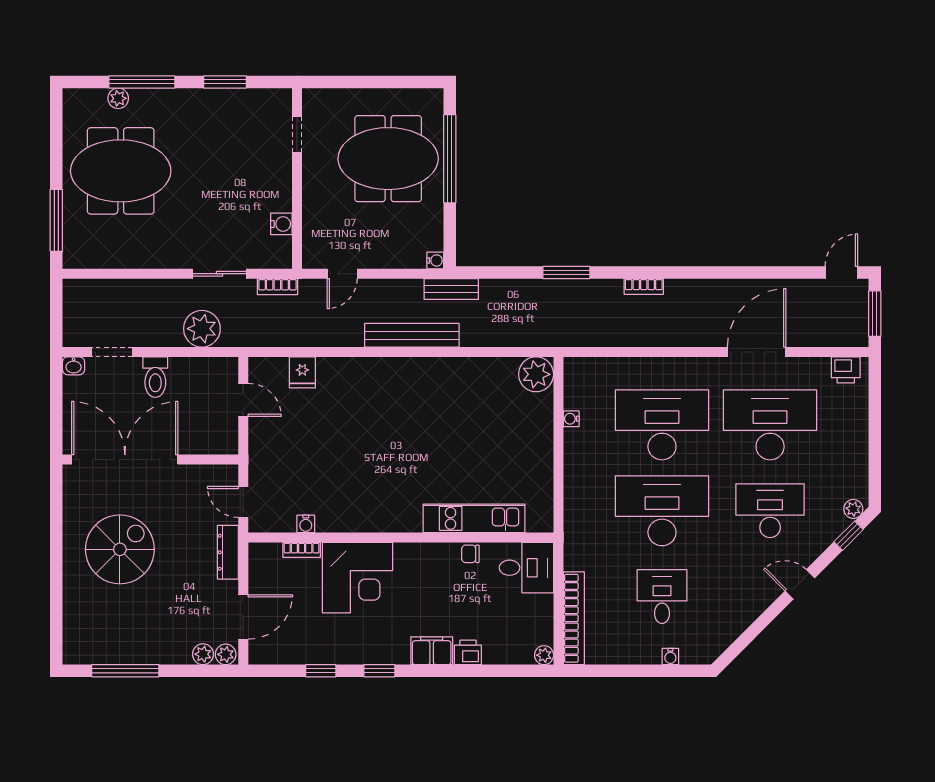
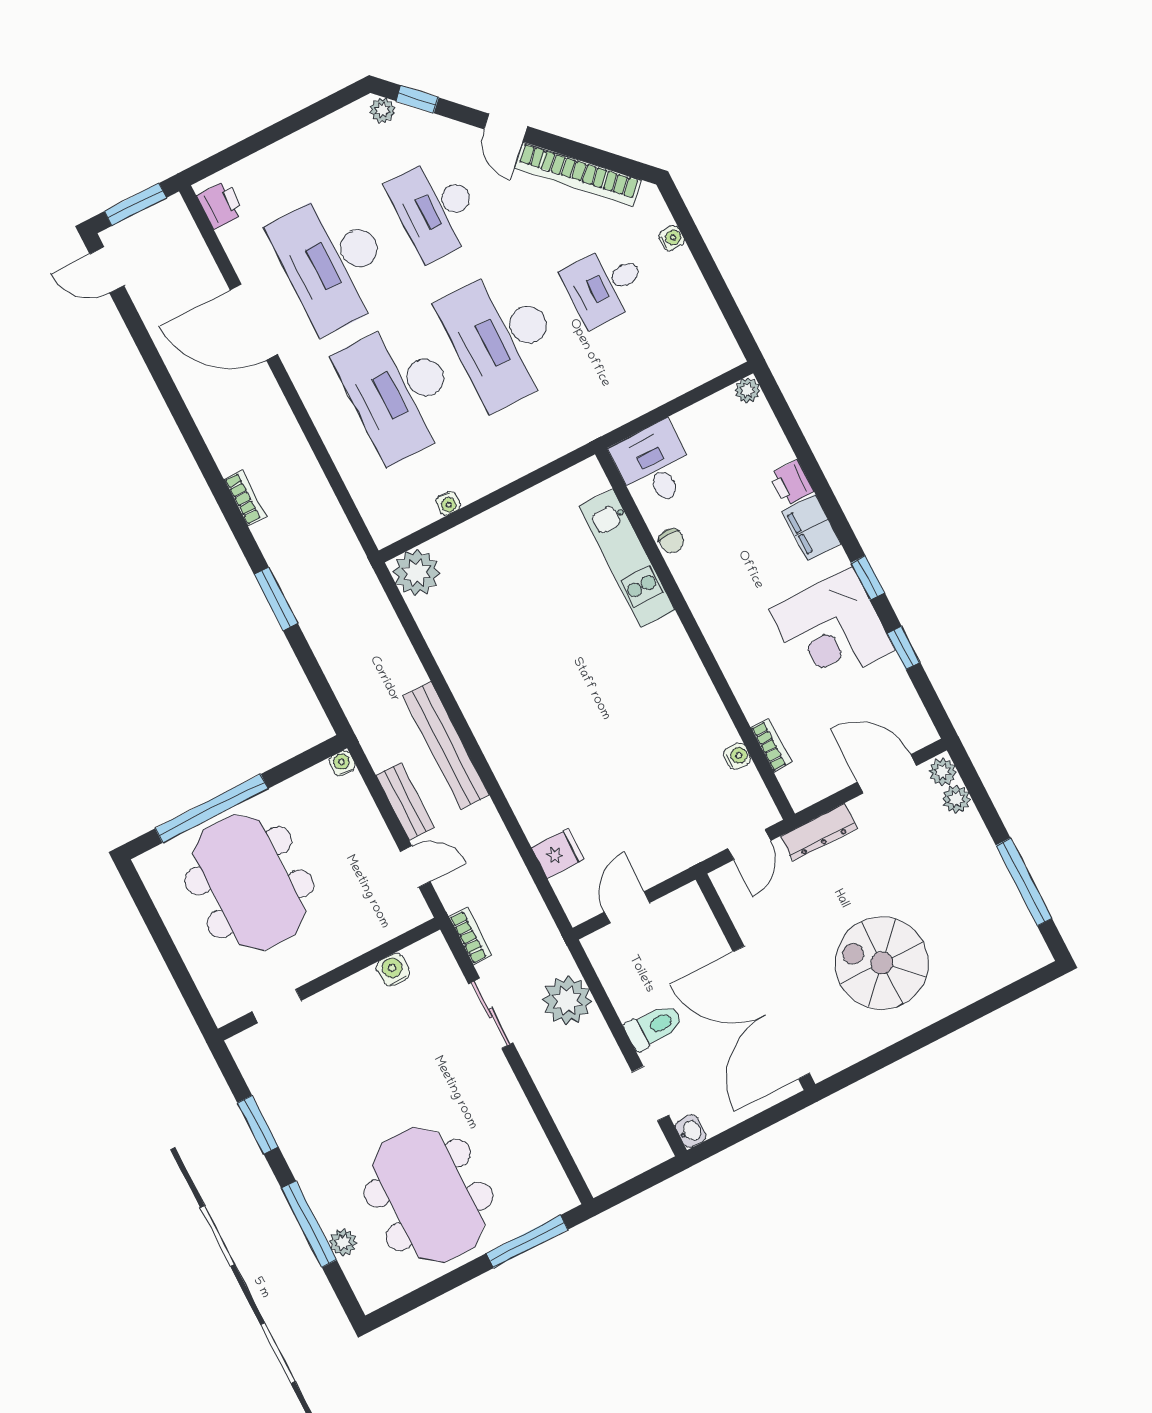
bench: (451, 289) -> (405, 801), moved
corner desk: (357, 578) -> (832, 630), moved, turned 180
bookcase: (574, 618) -> (578, 174), moved, turned -135

